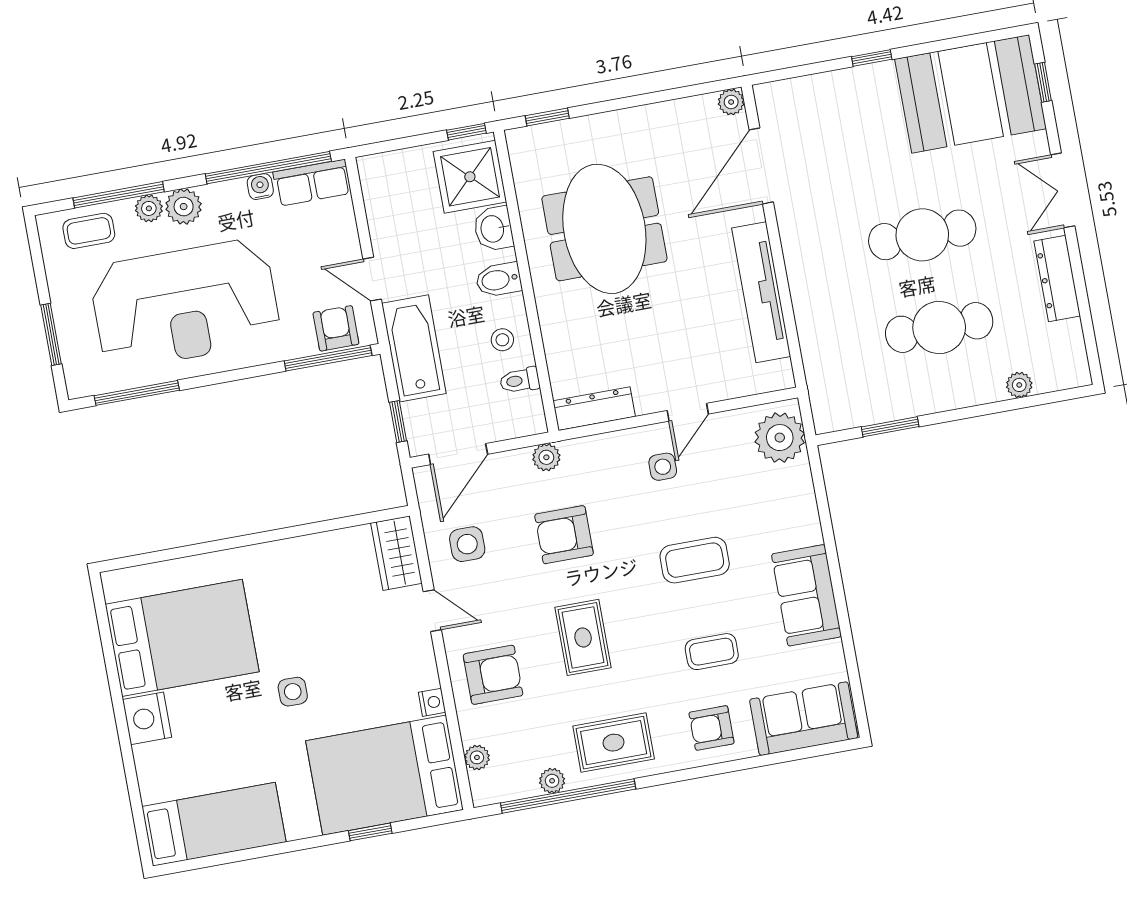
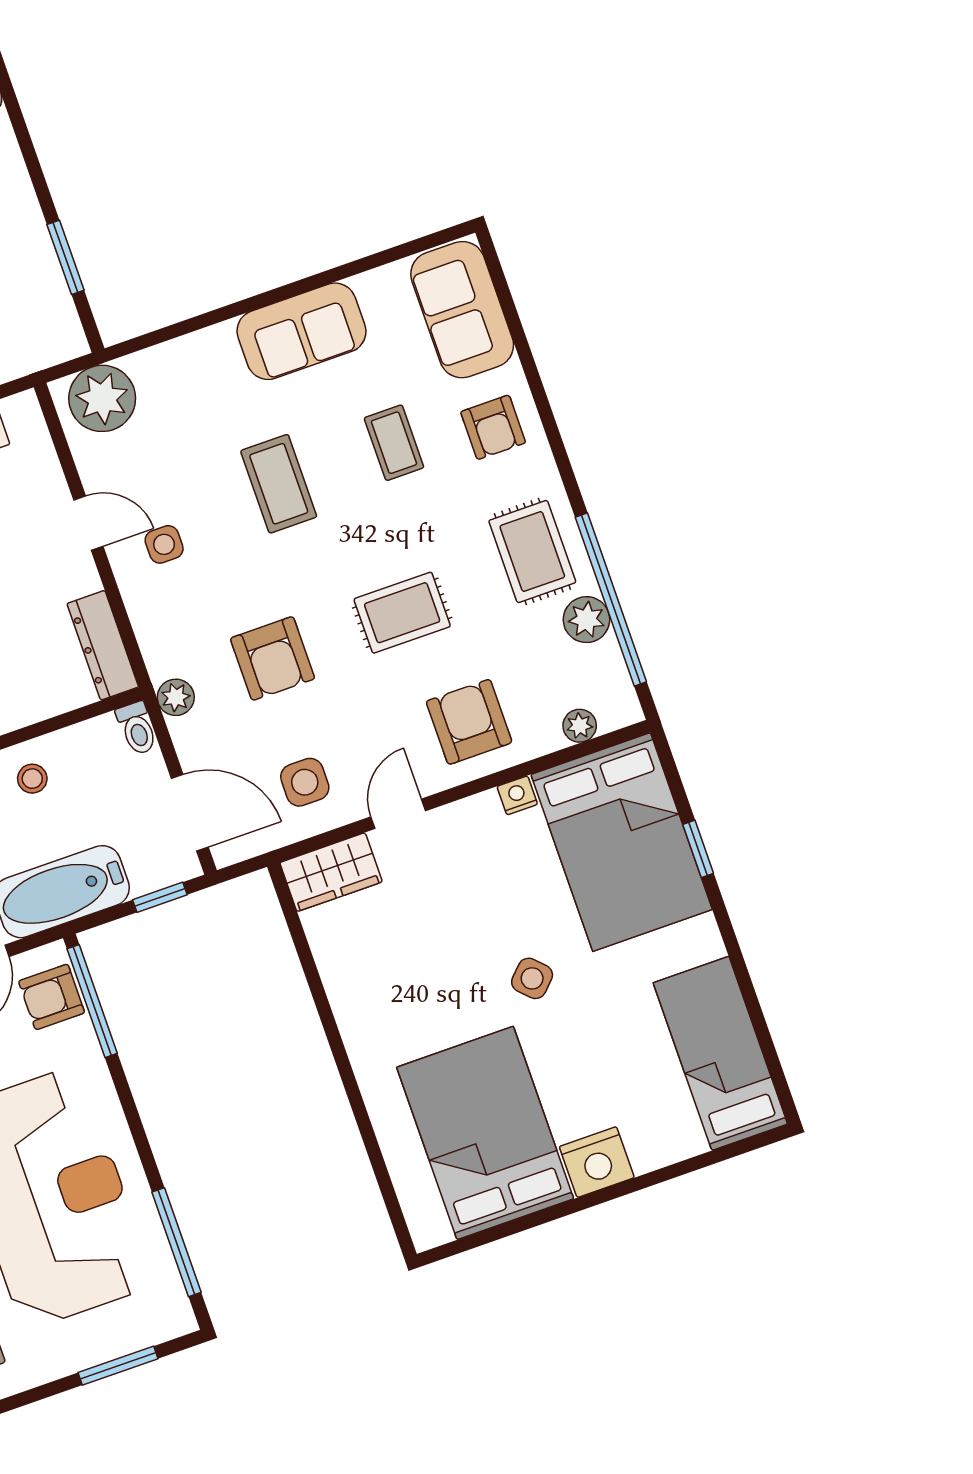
toilet: (520, 380) -> (137, 728), moved
side table: (293, 692) -> (532, 978), turned 45
plant: (552, 781) -> (586, 620), width x1.38, depth x1.38

